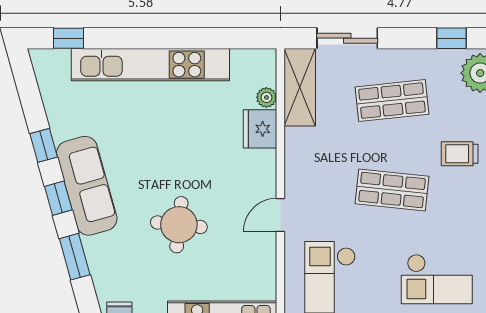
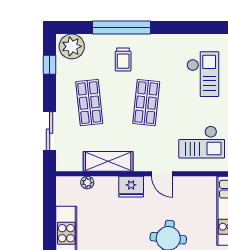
shelving: (300, 87) -> (108, 161), moved
fridge: (260, 129) -> (131, 187), moved

